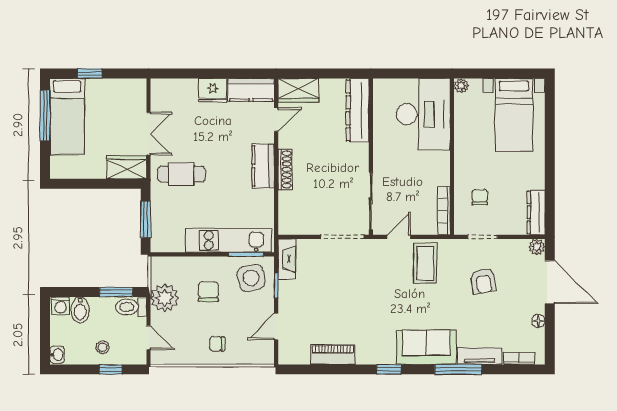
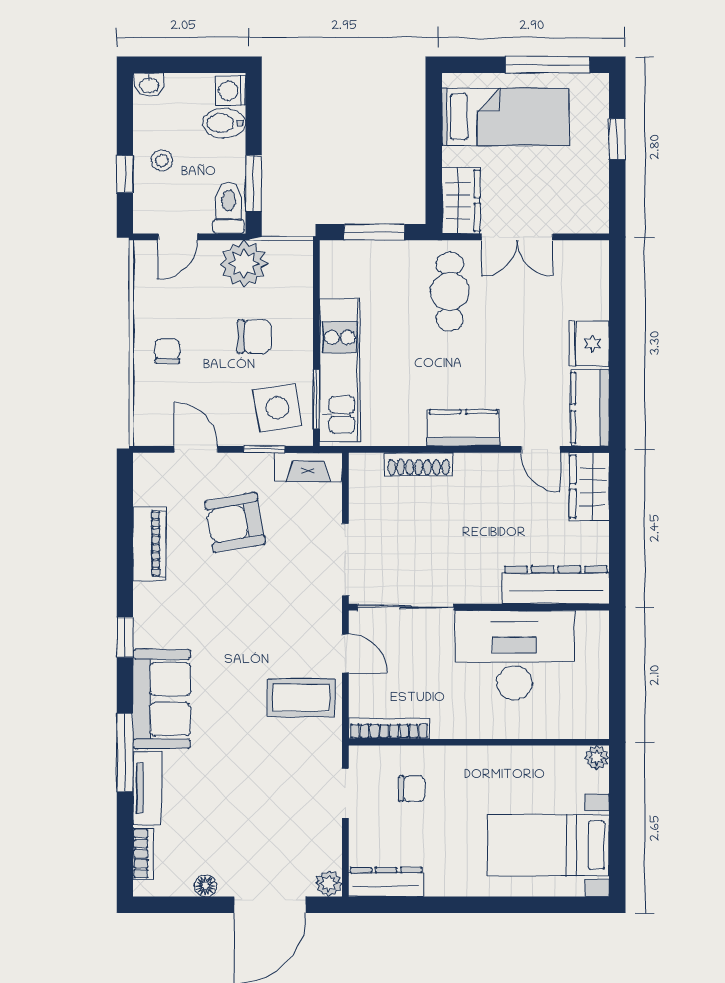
desk: (423, 114) -> (515, 655), moved, turned 180
bed: (67, 117) -> (505, 117), moved, turned 180
shoe rack: (285, 169) -> (419, 464), moved
armchair: (483, 281) -> (235, 522), moved, width x1.38, depth x1.38

